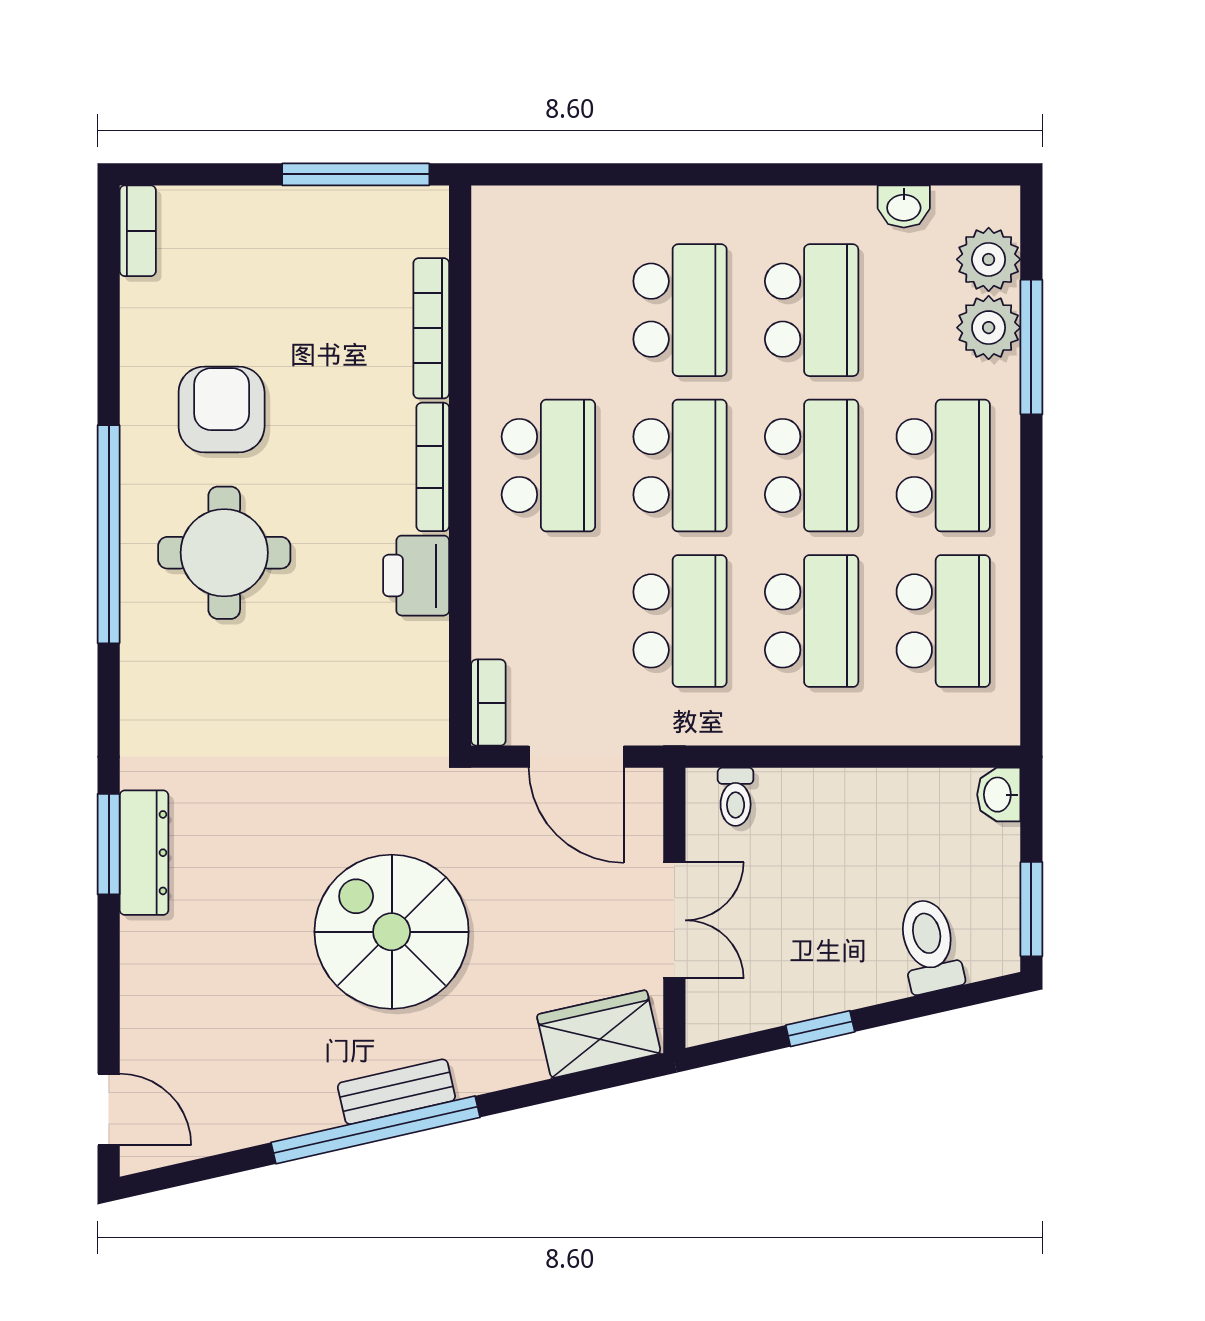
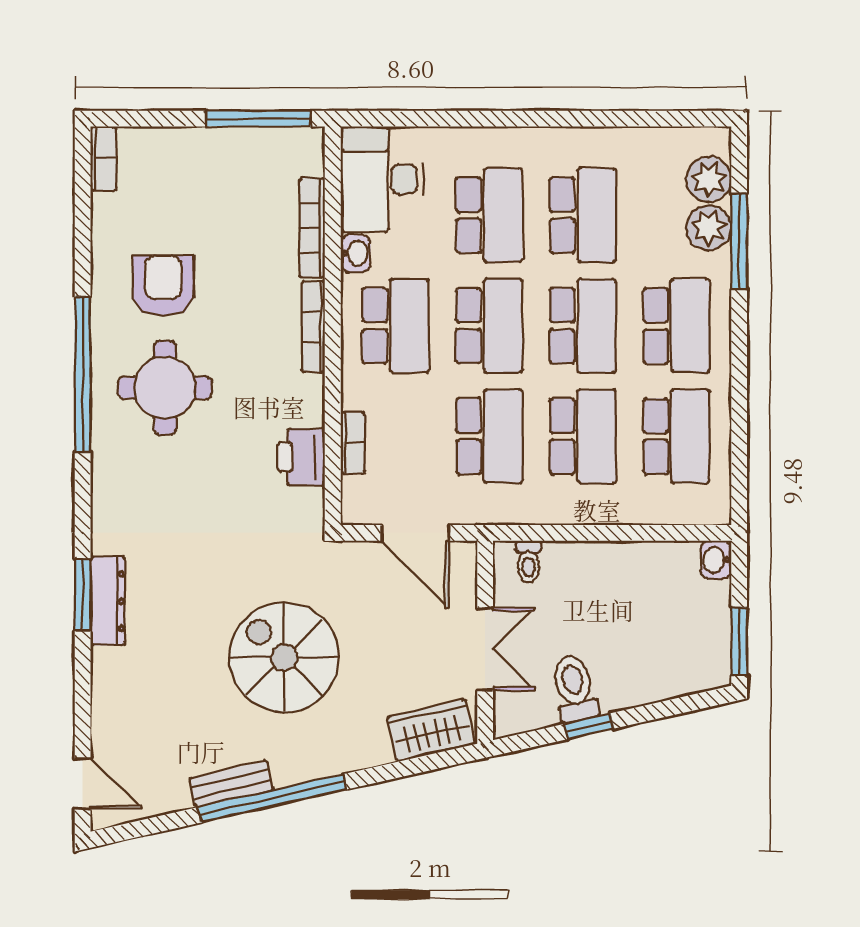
washbasin: (904, 206) -> (356, 253), moved, turned -90
desk: (529, 259) -> (382, 179), added
printer: (416, 576) -> (301, 457), moved
bookcase: (488, 703) -> (353, 443), moved
toilet: (929, 946) -> (574, 688), moved
bench: (396, 1092) -> (231, 784), moved

